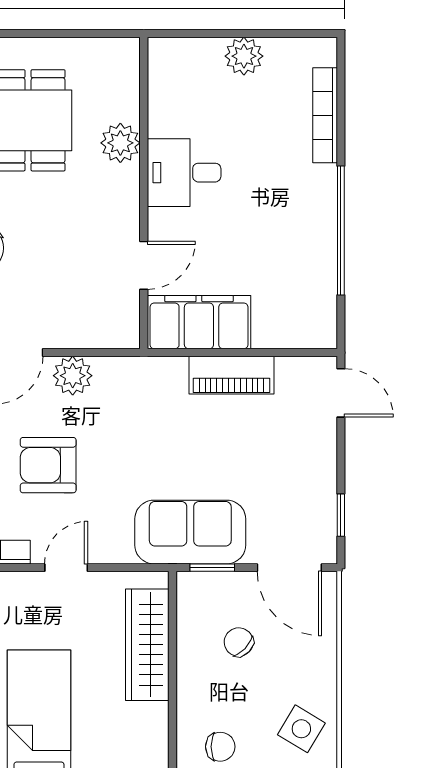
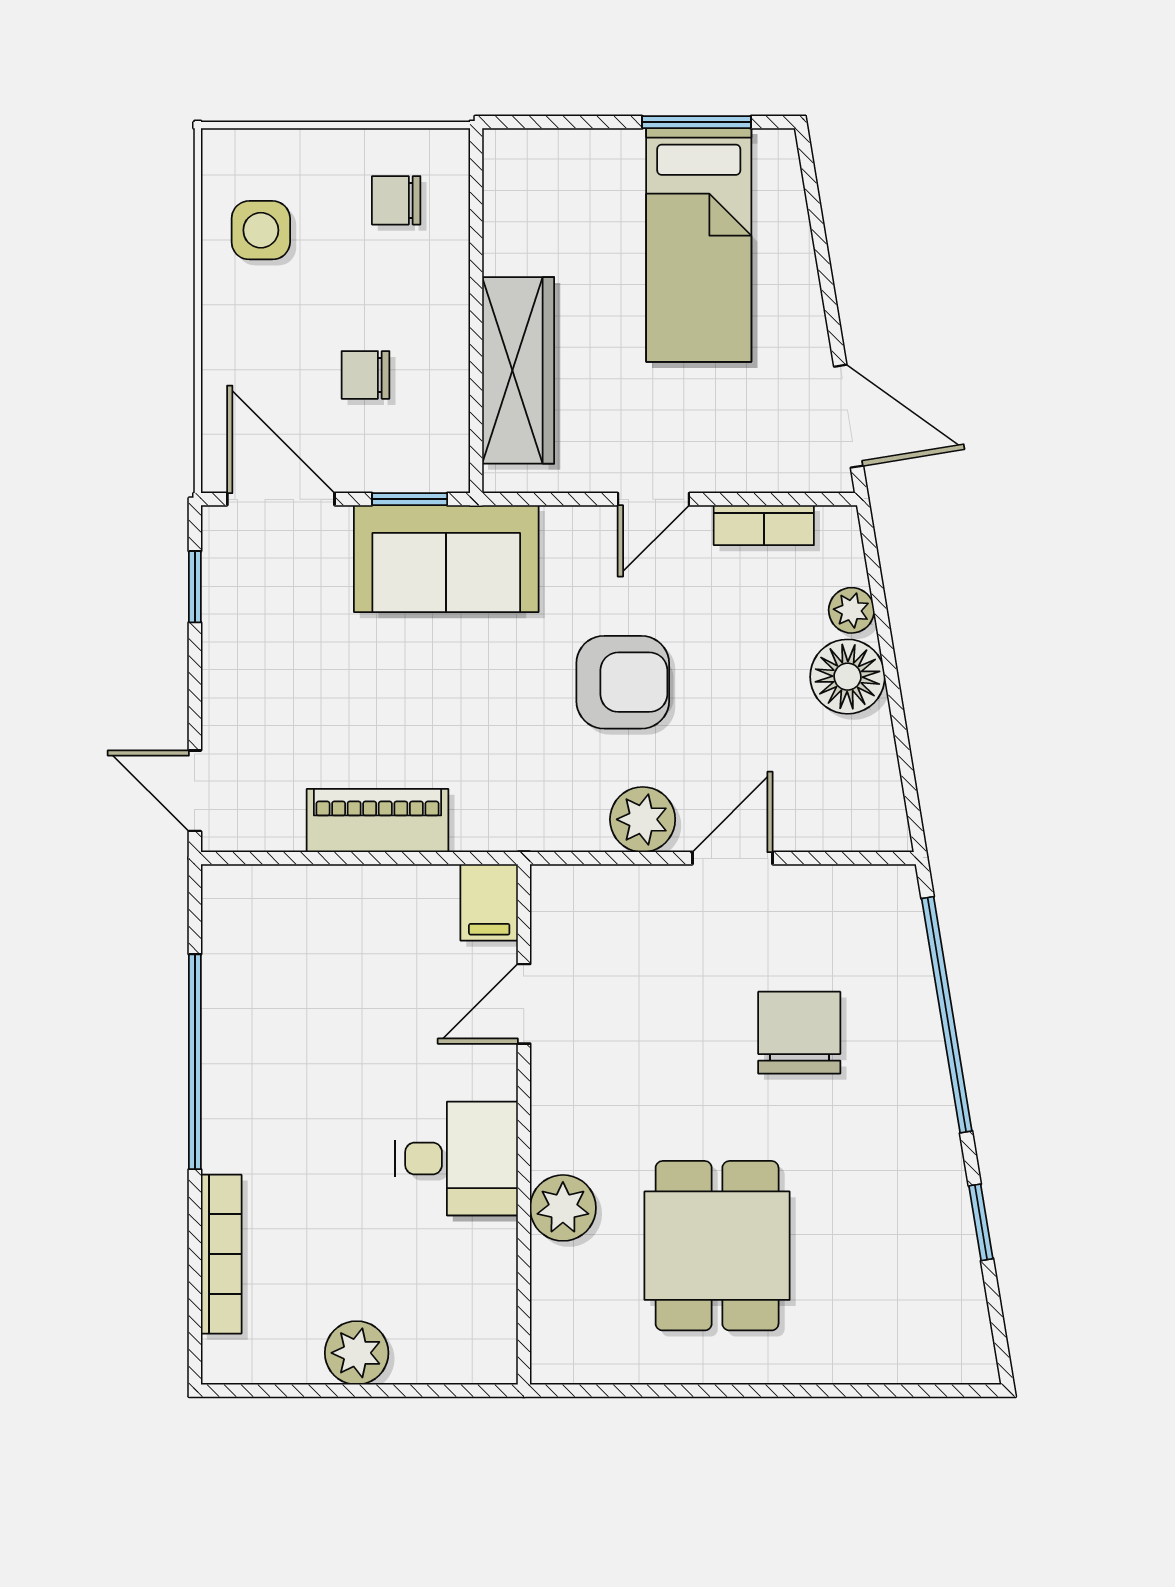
filing cabinet: (199, 322) -> (489, 902), width x0.33, depth x0.86
armchair: (48, 465) -> (623, 682), moved
chair: (239, 642) -> (365, 375), turned 136
side table: (301, 729) -> (261, 230), turned -31

